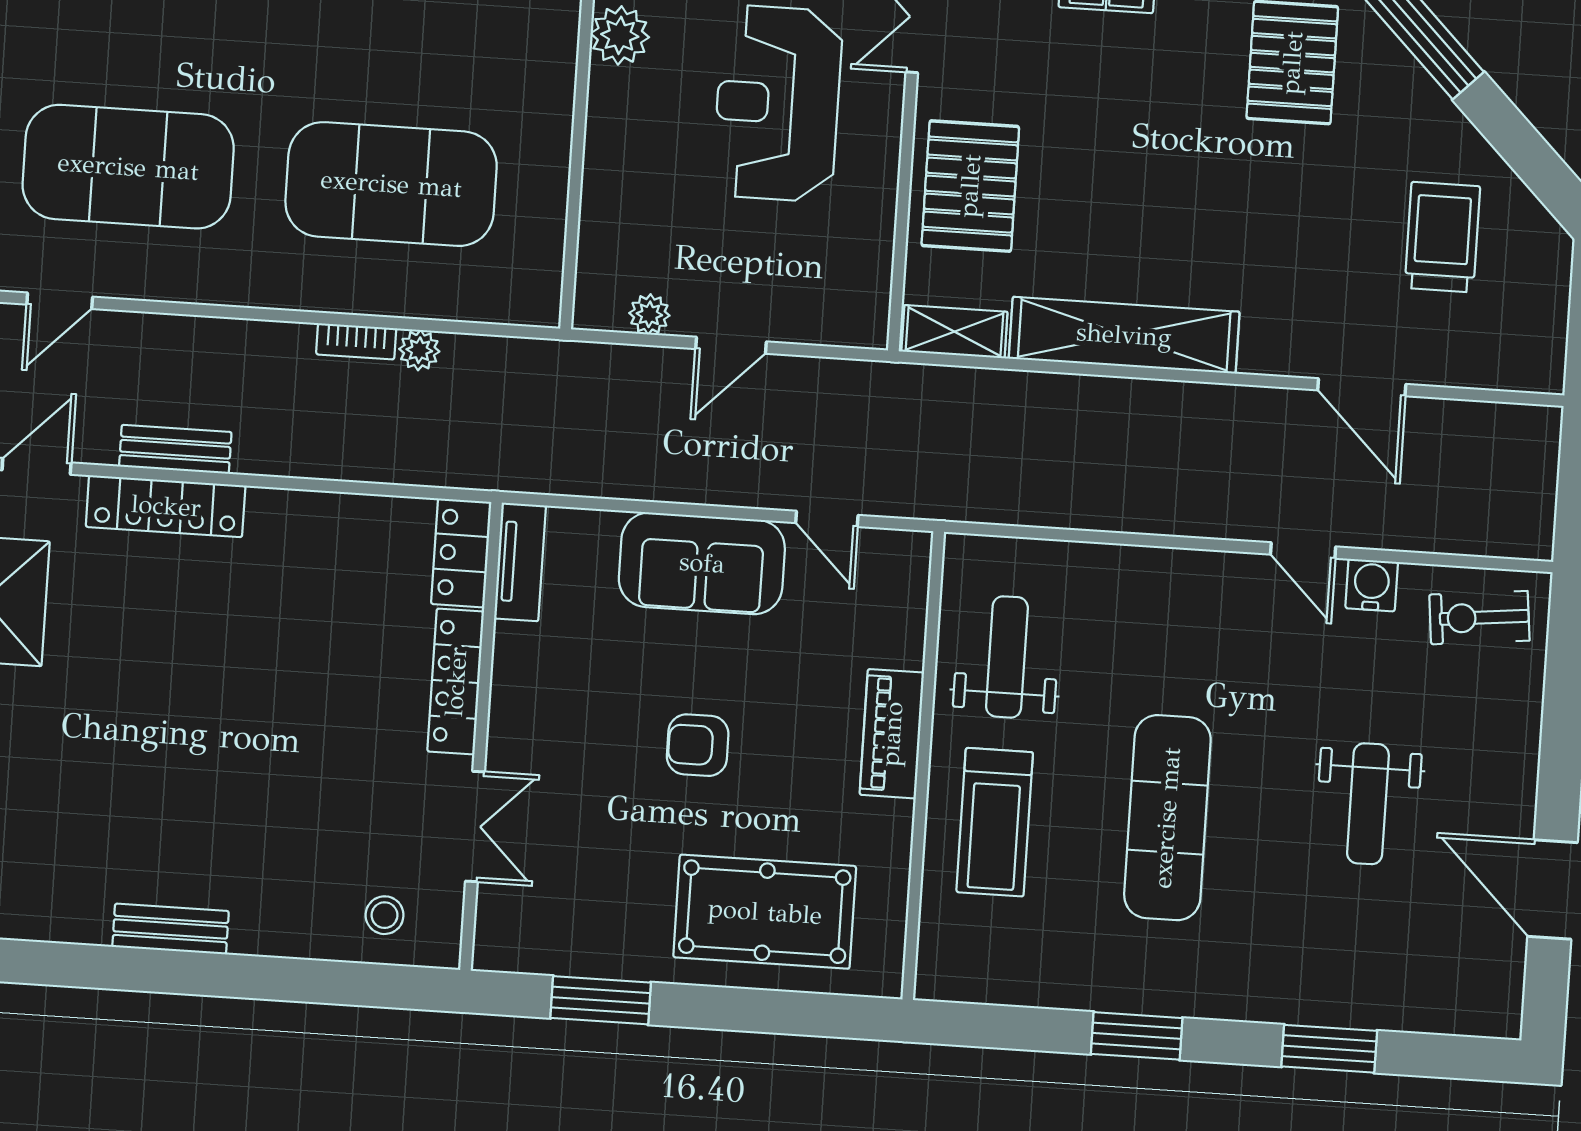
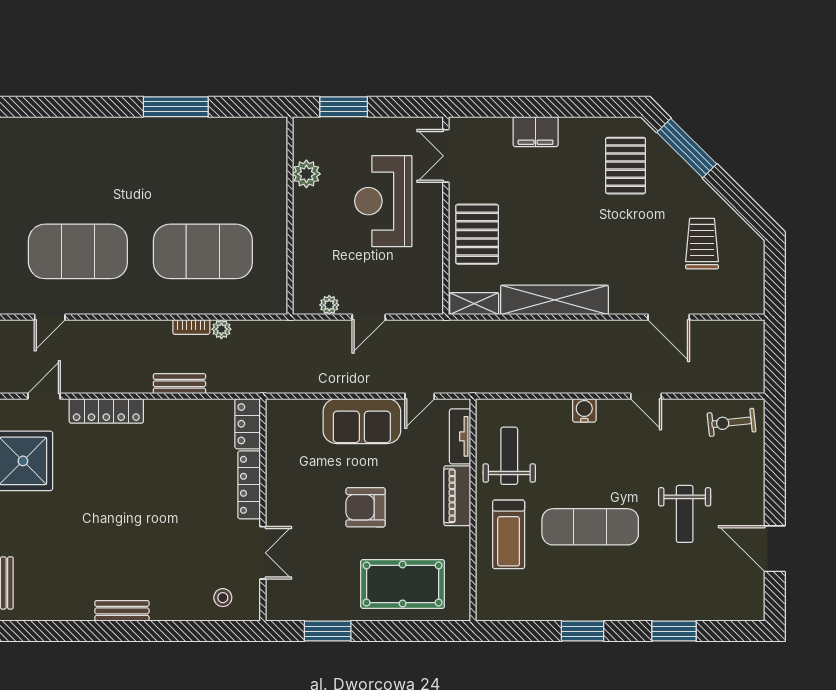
bench: (175, 449) -> (179, 384), moved
door: (827, 519) -> (420, 396), hinge flipped
tv unit: (520, 562) -> (460, 436), moved, turned 180
water cooler: (1372, 585) -> (584, 410), moved
armchair: (698, 745) -> (366, 507), width x1.38, depth x1.38
exercise mat: (1167, 818) -> (590, 527), turned 90

